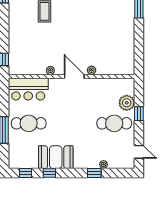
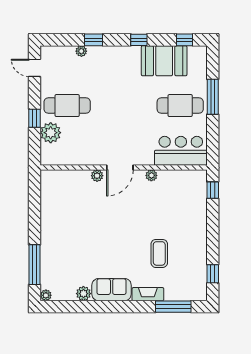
door: (74, 76) -> (120, 168), hinge flipped
booth: (56, 157) -> (164, 61), moved
window: (49, 173) -> (139, 40), moved

